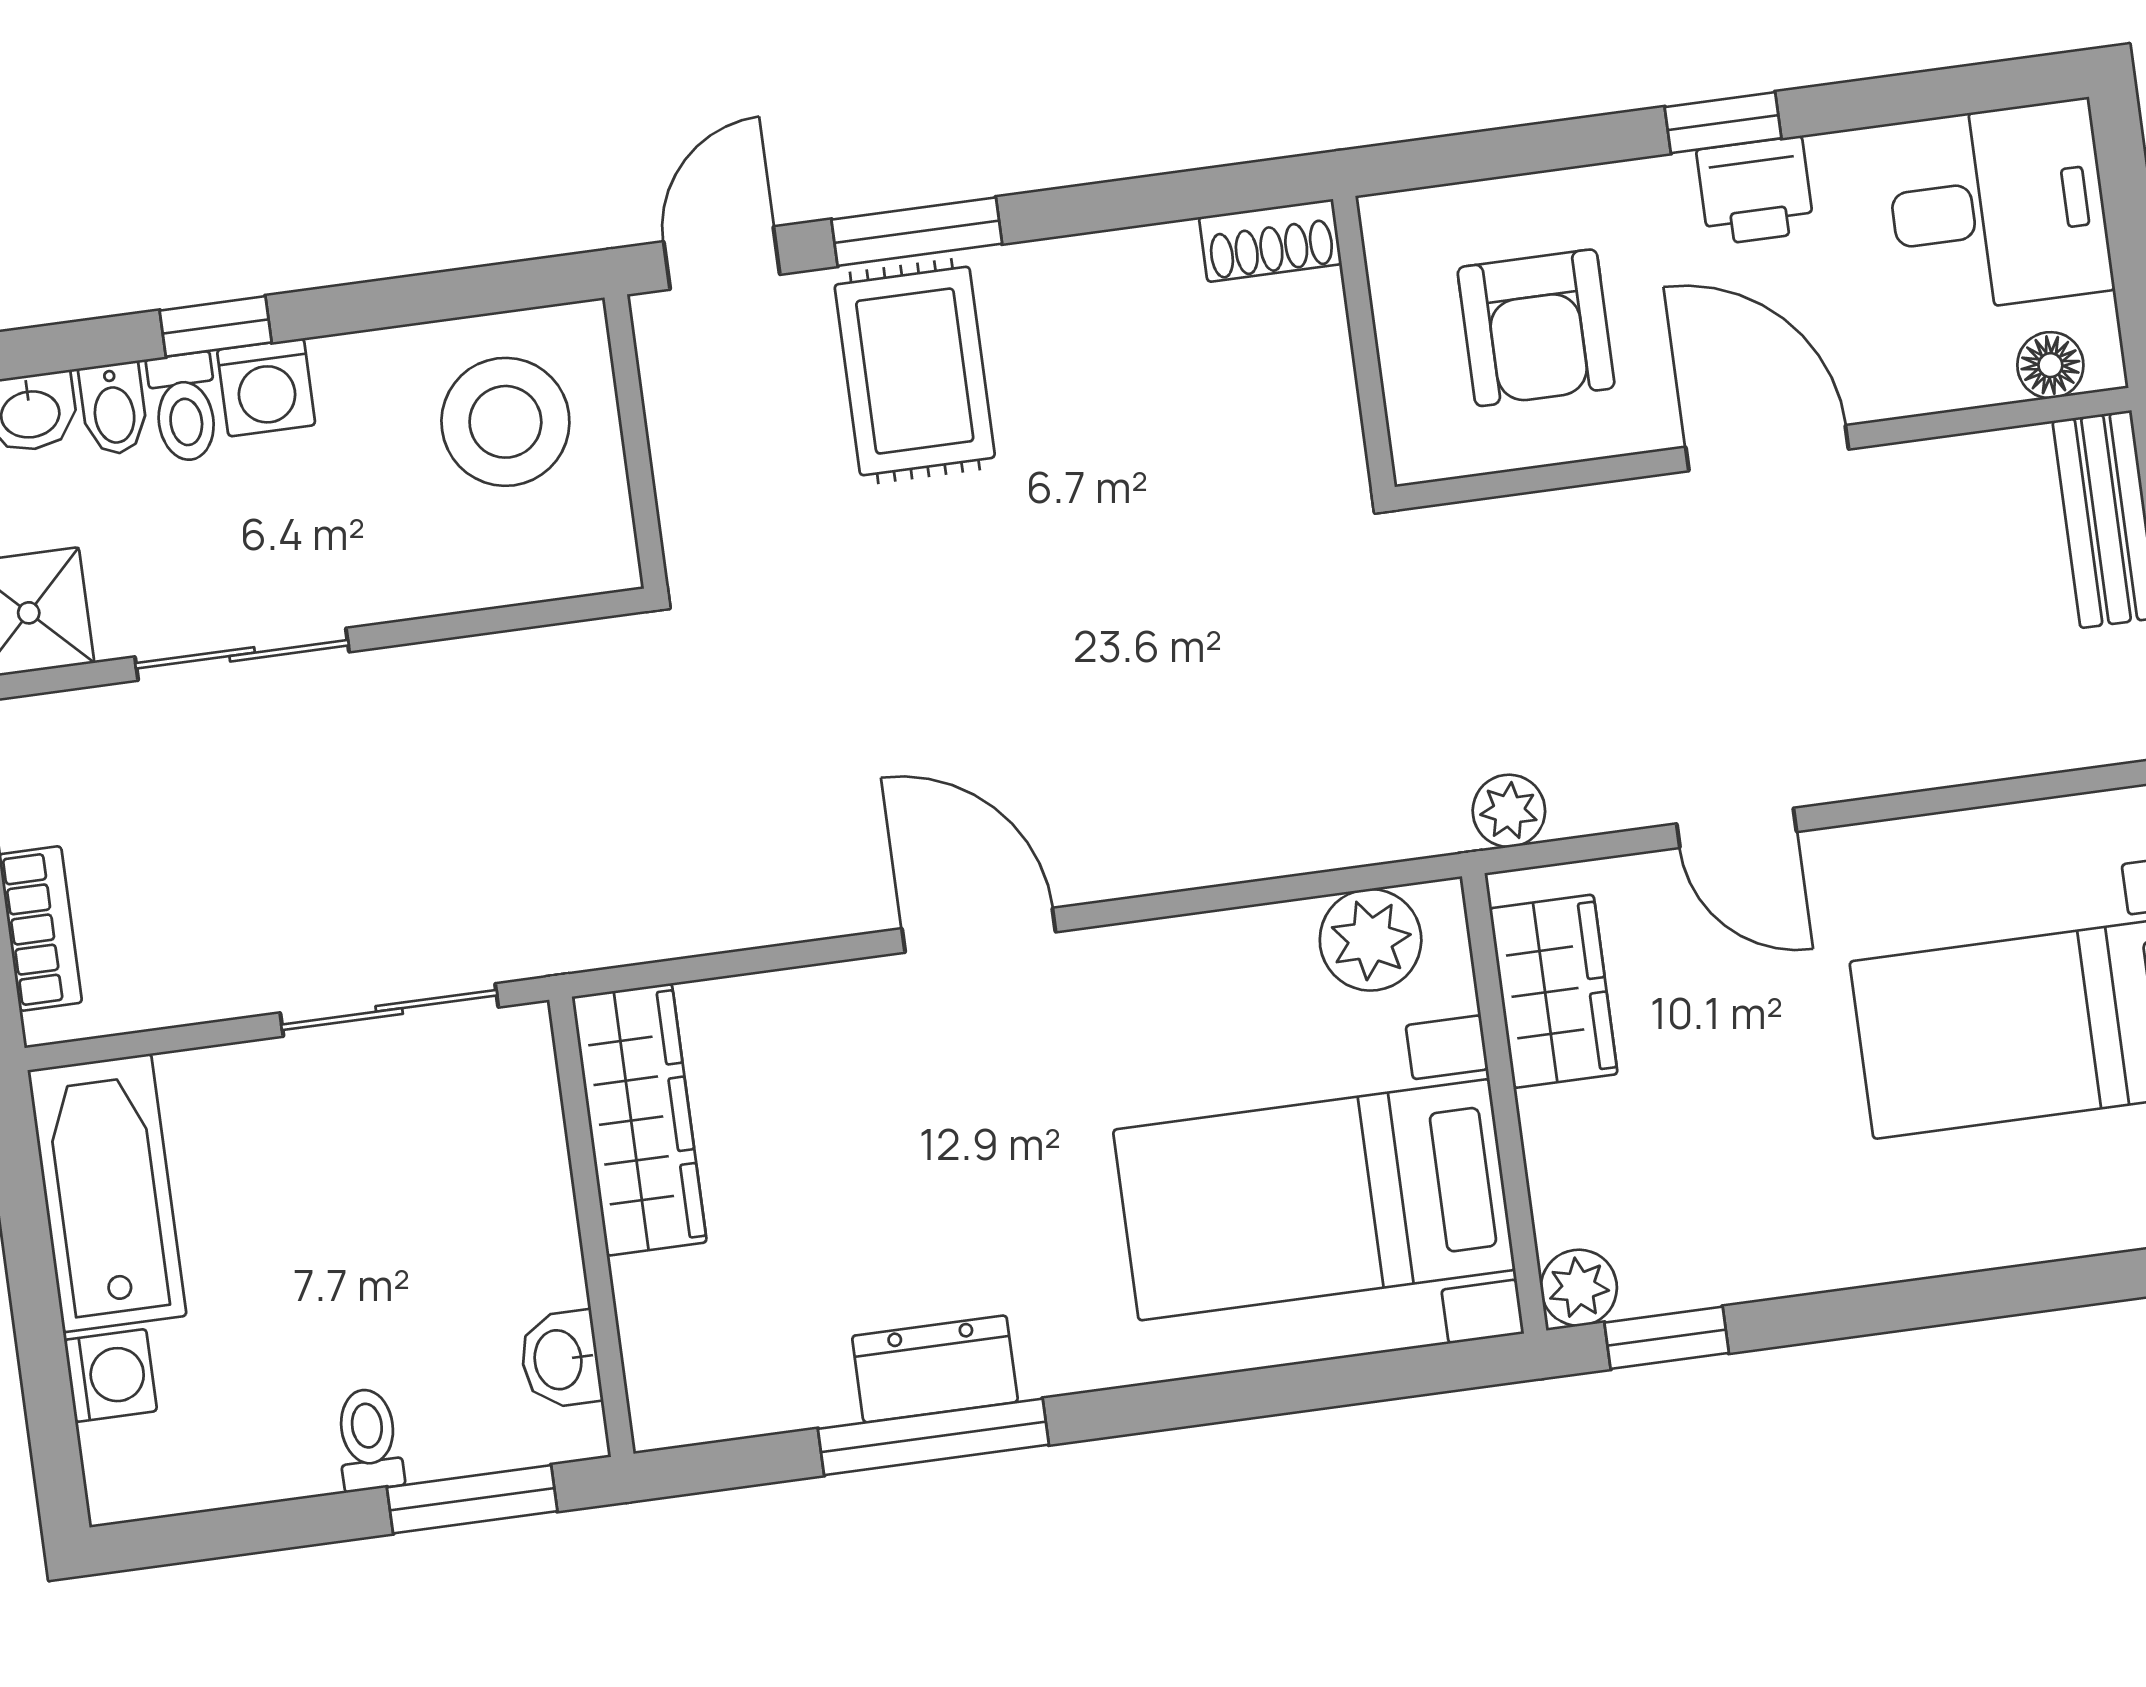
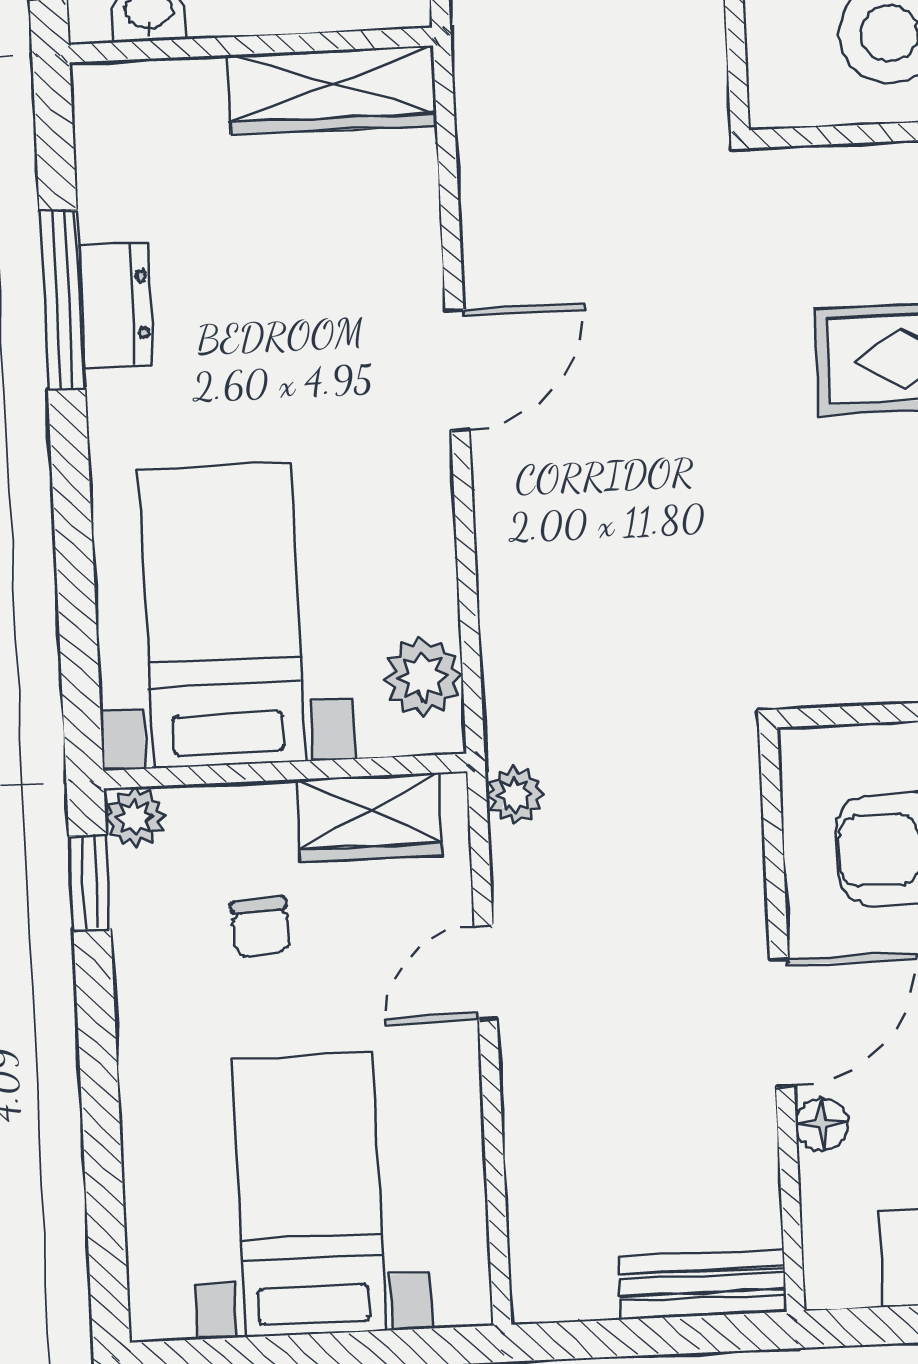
floor lamp: (2050, 365) -> (822, 1124), moved
chair: (1704, 1117) -> (261, 927), added

